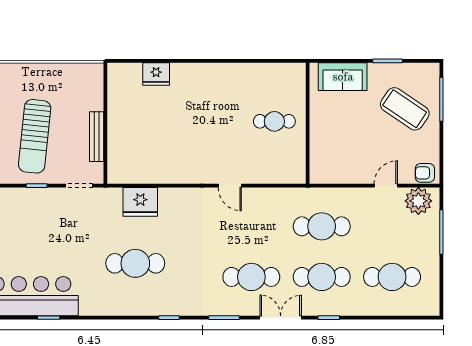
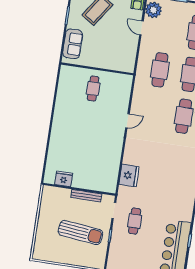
fridge: (156, 74) -> (64, 179), moved, turned -90
cafe table: (135, 263) -> (135, 221), moved, width x0.73, depth x0.74

